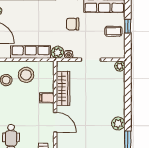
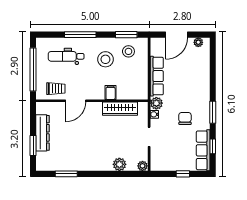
coffee table: (113, 31) -> (178, 160), removed
stool: (26, 75) -> (105, 59), moved
door: (55, 122) -> (76, 101), moved
plant: (118, 124) -> (119, 164), moved

